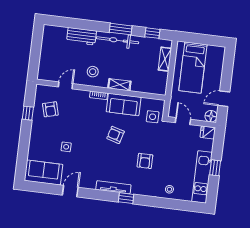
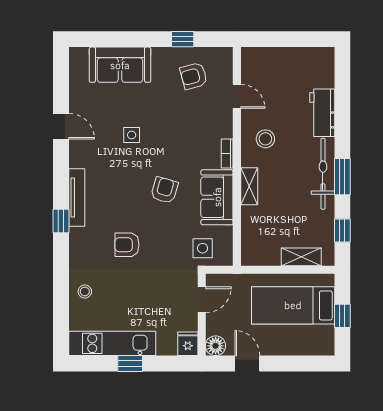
window: (203, 39) -> (342, 316), added
side table: (66, 147) -> (132, 135), moved
sofa: (44, 173) -> (120, 65), moved, turned 90

